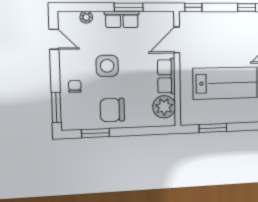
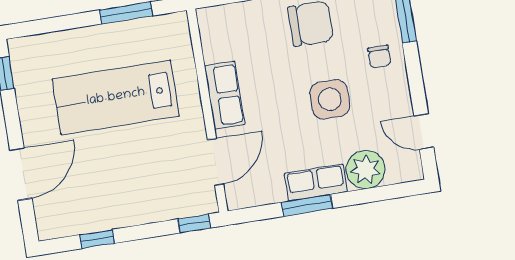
plant: (86, 17) -> (366, 170), width x1.88, depth x1.88
plant: (164, 107) -> (221, 41), removed

